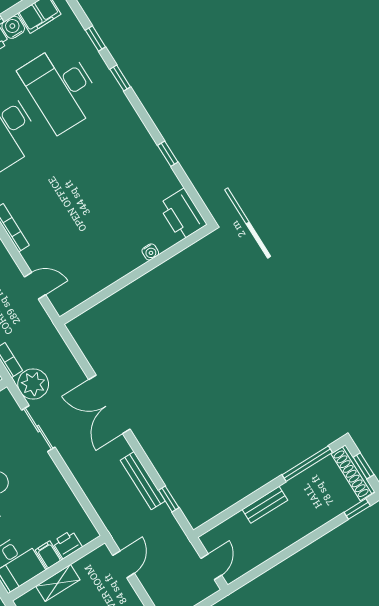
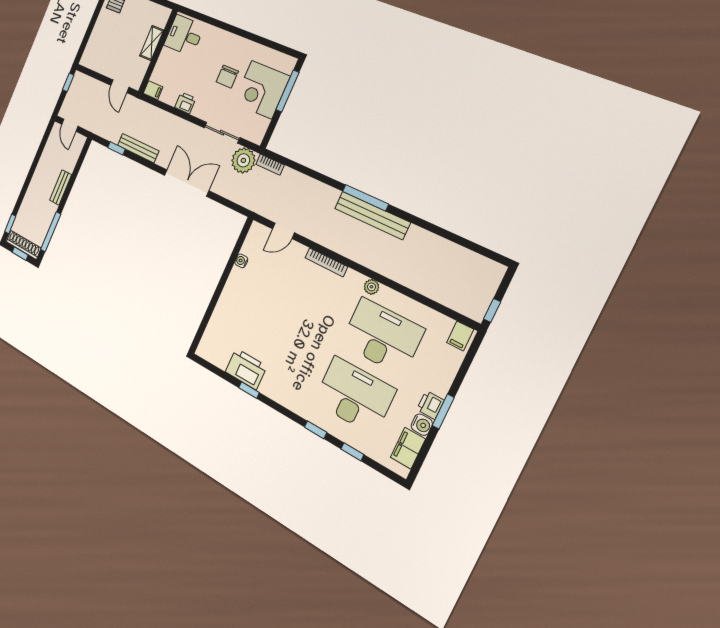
printer: (182, 214) -> (246, 369), moved
water cooler: (150, 252) -> (241, 261), moved
printer: (67, 544) -> (185, 103), moved, turned -90
filing cabinet: (48, 555) -> (153, 90), moved

